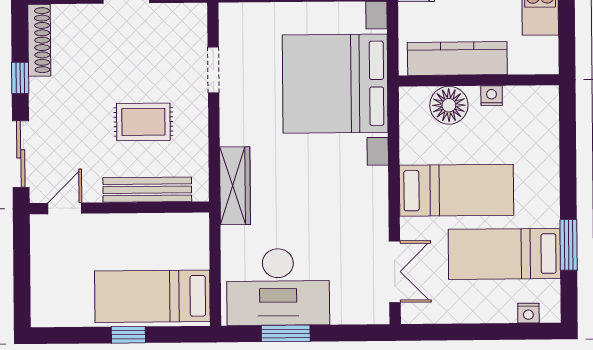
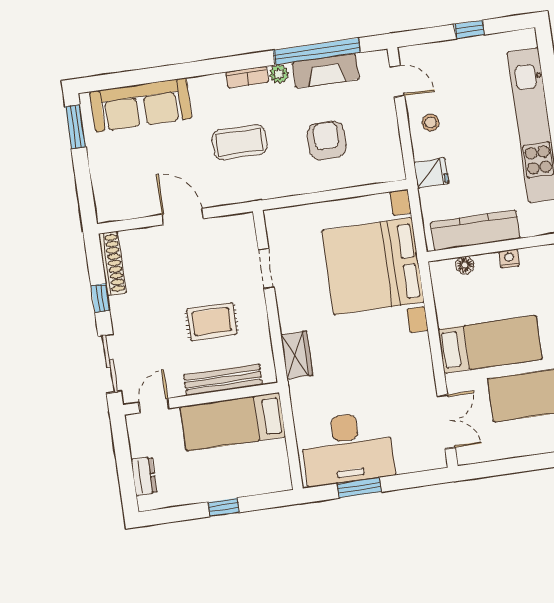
floor lamp: (449, 105) -> (465, 265), width x0.53, depth x0.53
wardrobe: (235, 186) -> (297, 355), width x0.67
dresser: (42, 287) -> (144, 476), added
bed: (152, 296) -> (233, 422), moved

